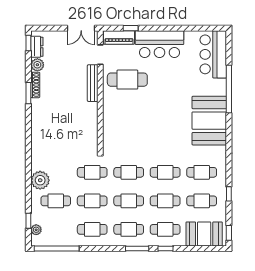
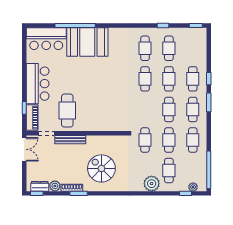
spiral stairs: (58, 120) -> (101, 168), added
booth: (209, 121) -> (87, 42), moved
cafe table: (129, 172) -> (145, 109), removed
booth: (204, 234) -> (197, 46), removed

